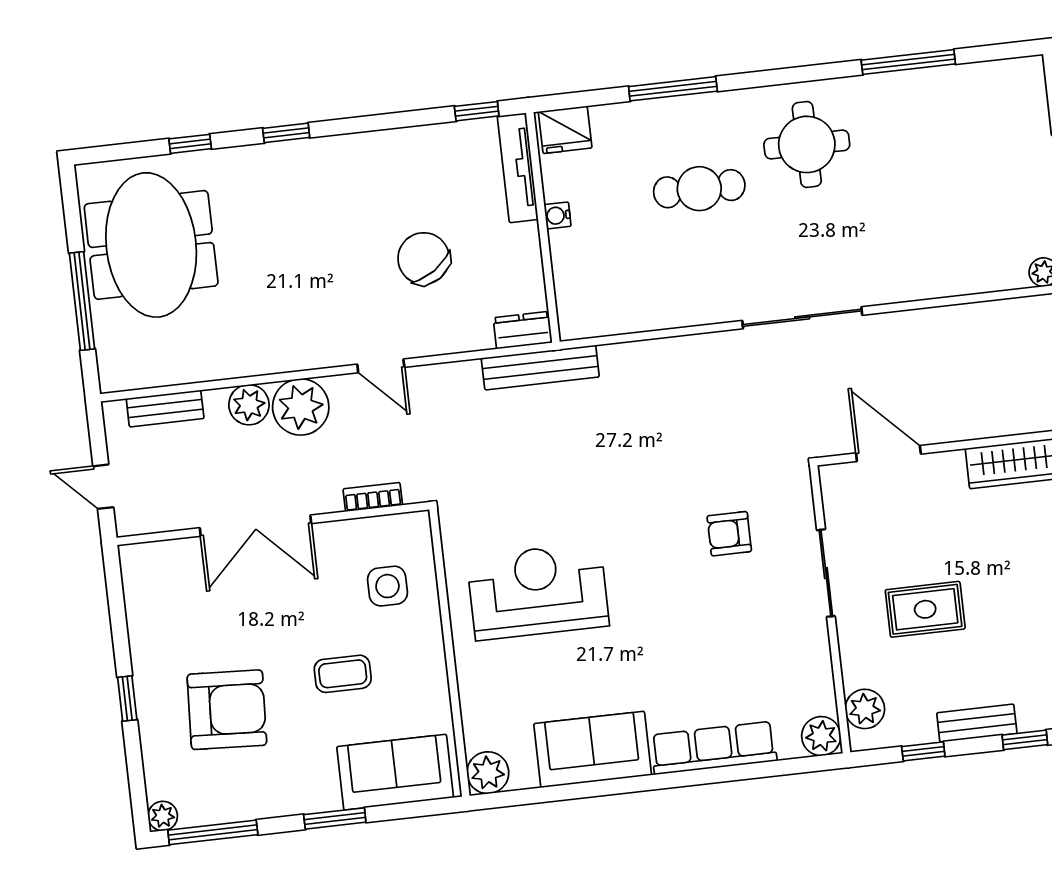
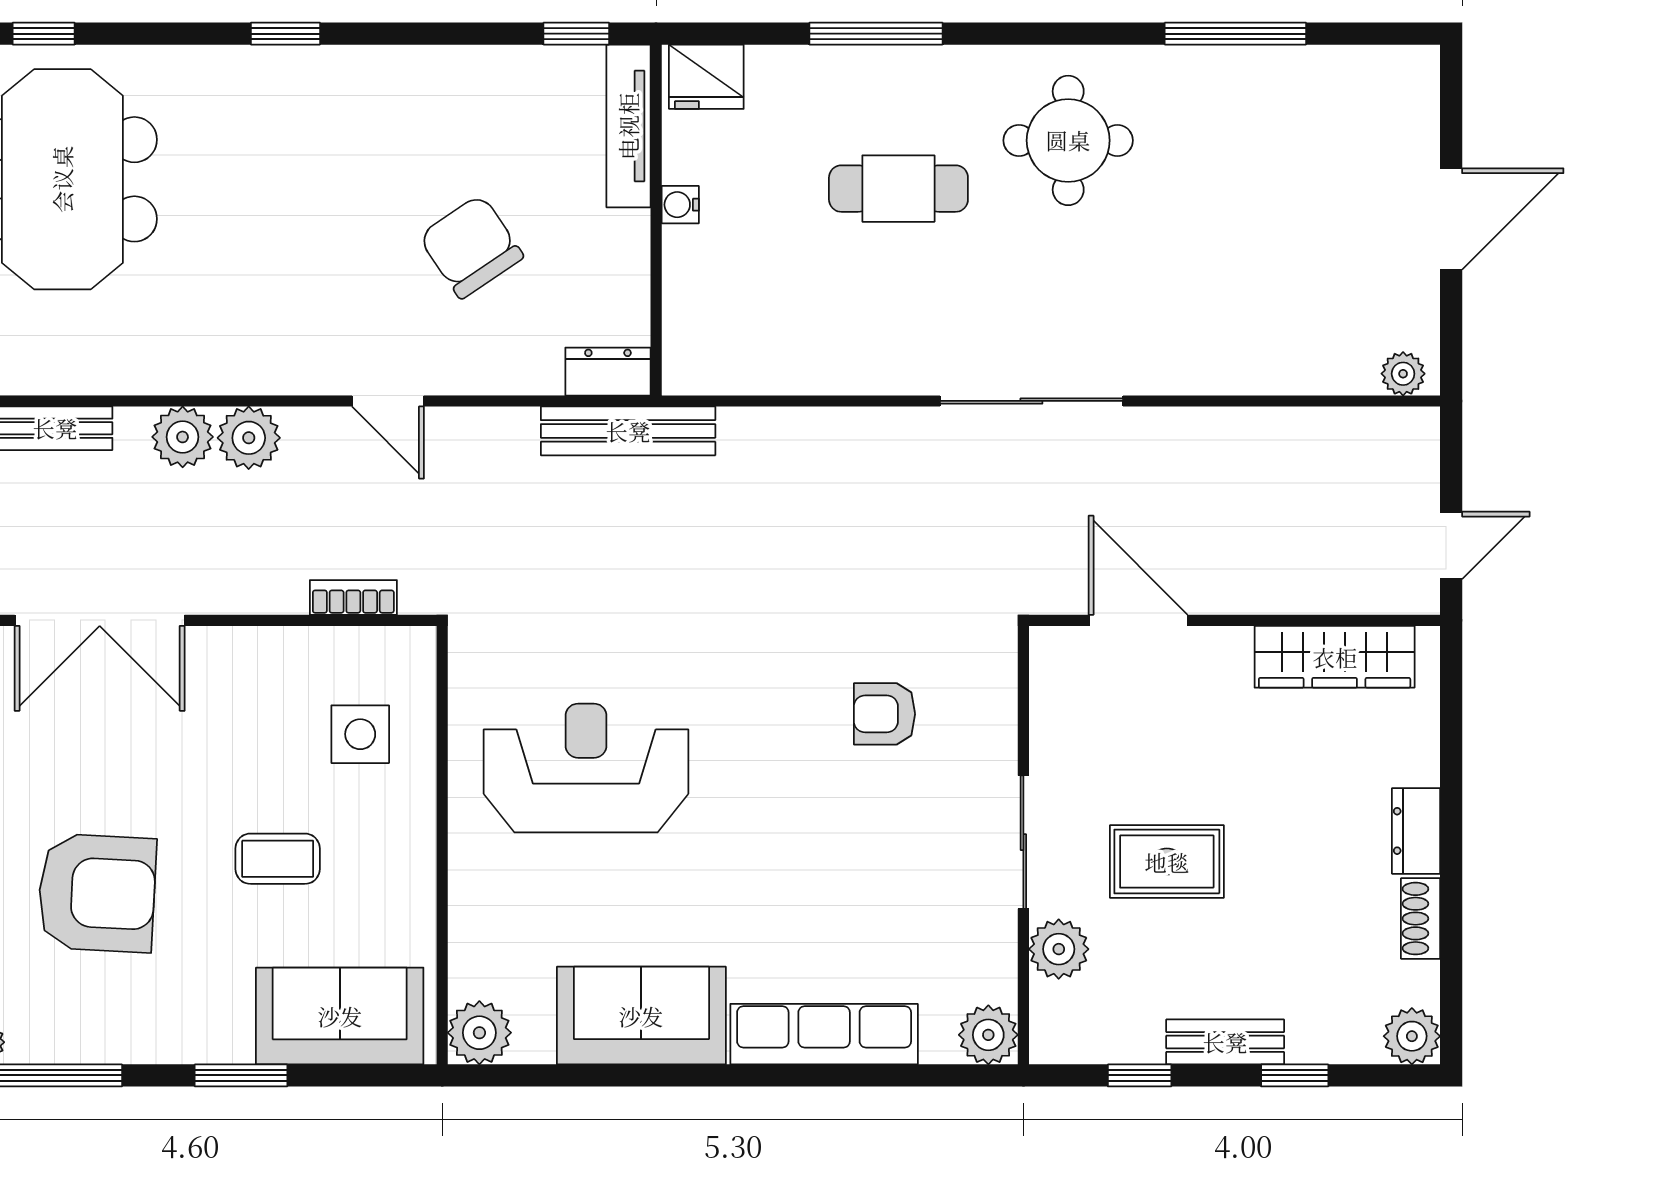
window: (190, 144) -> (44, 34), moved
plant: (301, 407) -> (249, 438), width x0.73, depth x0.73
double door: (255, 526) -> (100, 620), moved
sliding door: (826, 573) -> (1023, 842), moved
plant: (865, 709) -> (1059, 949), moved

